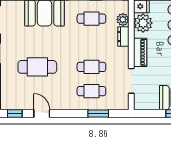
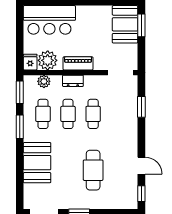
dresser: (123, 37) -> (73, 81), moved
doorway: (131, 81) -> (121, 73), moved
cafe table: (91, 91) -> (68, 114), moved
door: (42, 113) -> (141, 166), swing flipped

